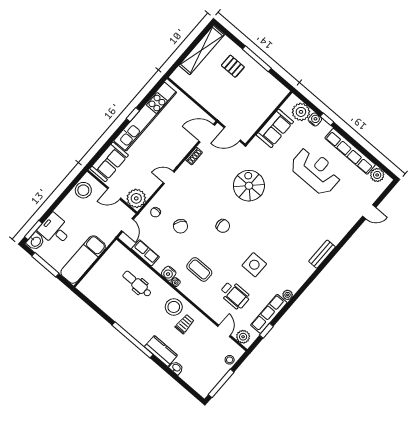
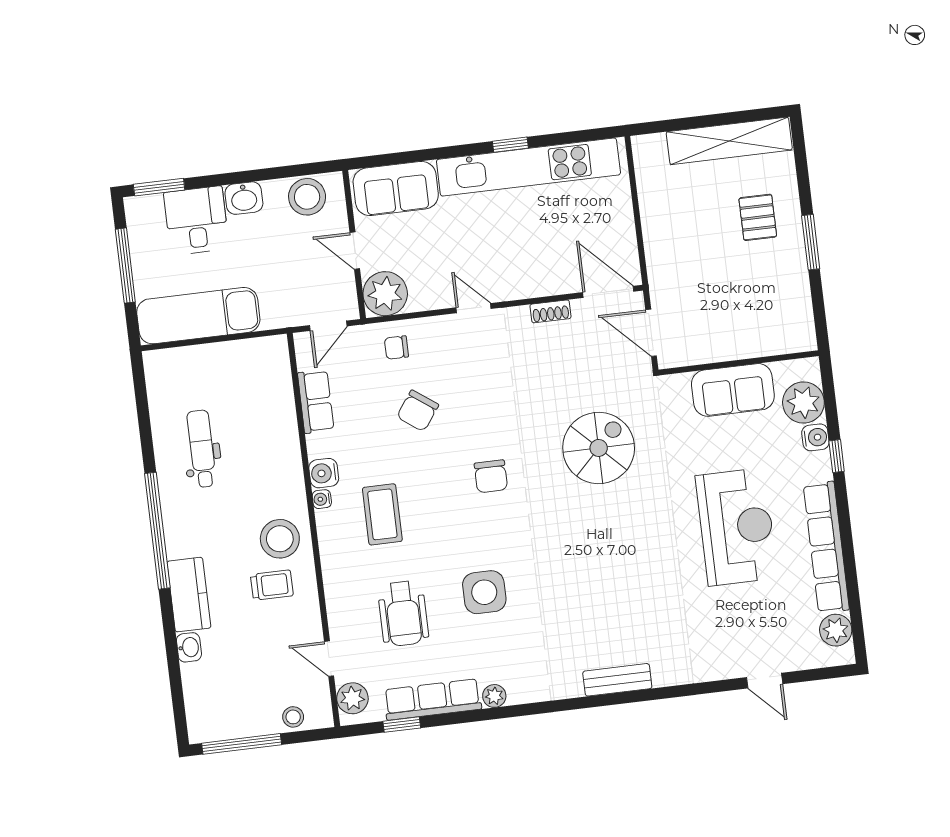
window: (257, 59) -> (811, 242), width x0.69
washbasin: (36, 241) -> (244, 198), moved
dental chair: (137, 284) -> (202, 449), moved
door: (224, 331) -> (329, 659), swing flipped

